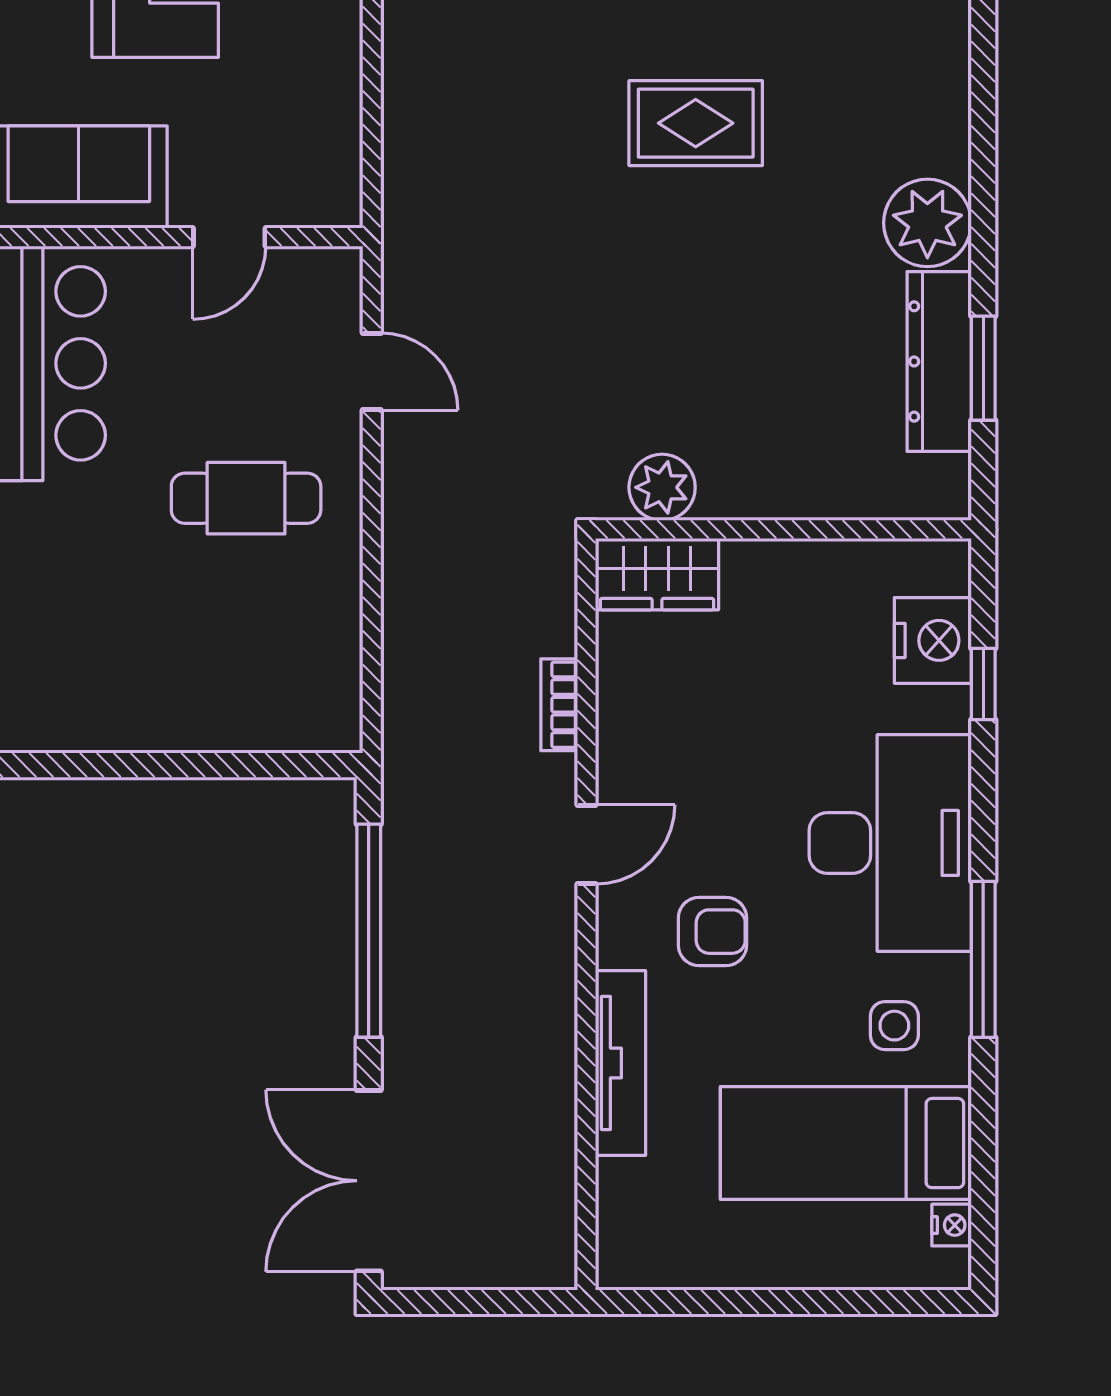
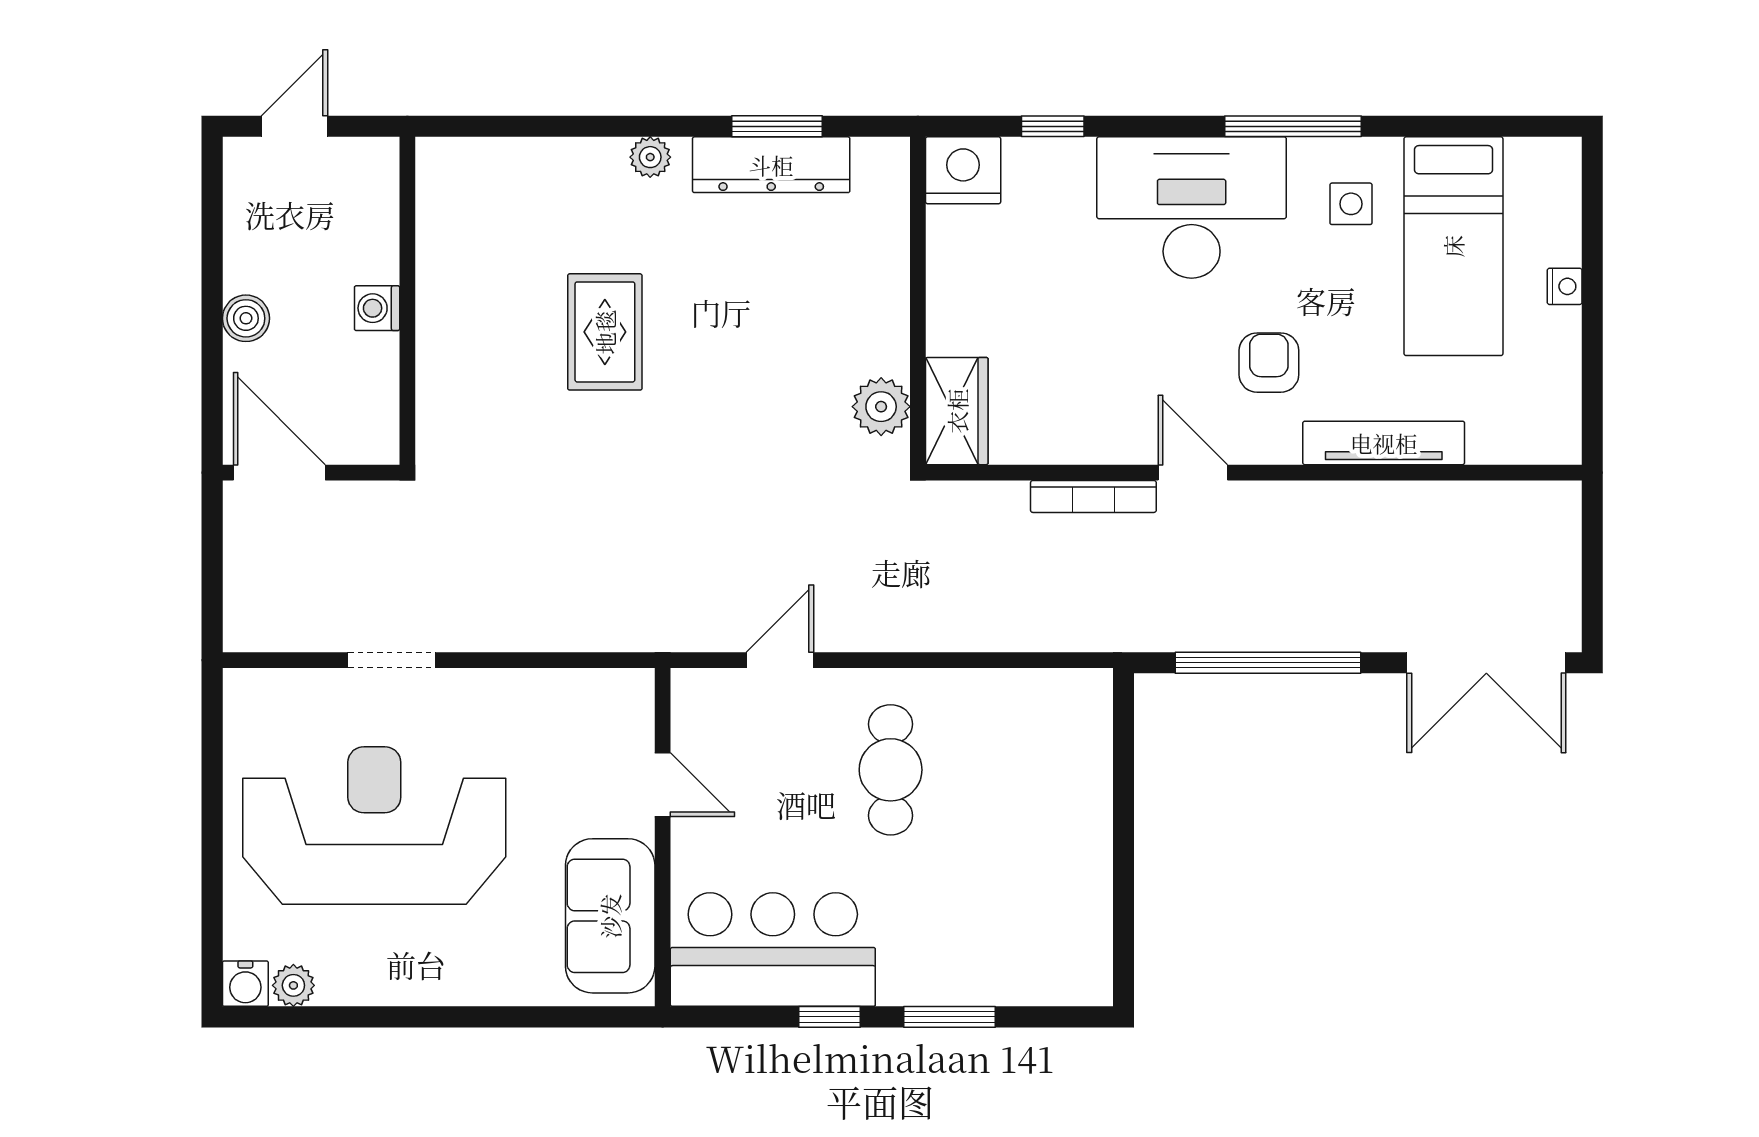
rug: (696, 123) -> (605, 332), moved
plant: (927, 223) -> (650, 157), width x0.53, depth x0.53
nightstand: (933, 640) -> (963, 170), moved
bookcase: (559, 705) -> (1093, 496), width x1.56
nightstand: (952, 1225) -> (1565, 286), moved, turned 90

